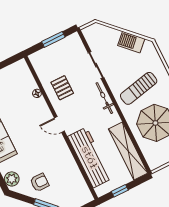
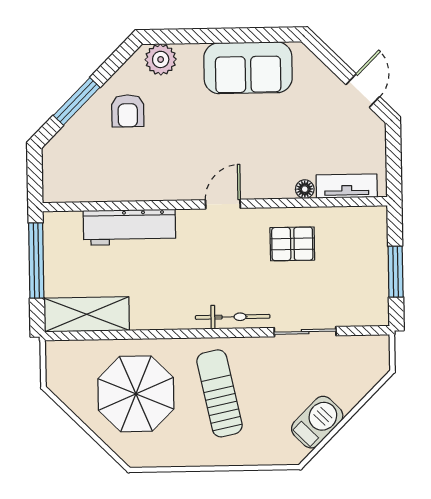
tv unit: (27, 77) -> (347, 186), added
shelving: (128, 151) -> (87, 314), width x0.68
workbench: (90, 158) -> (129, 227), width x0.73, depth x0.76
window: (120, 191) -> (36, 261), width x2.17

